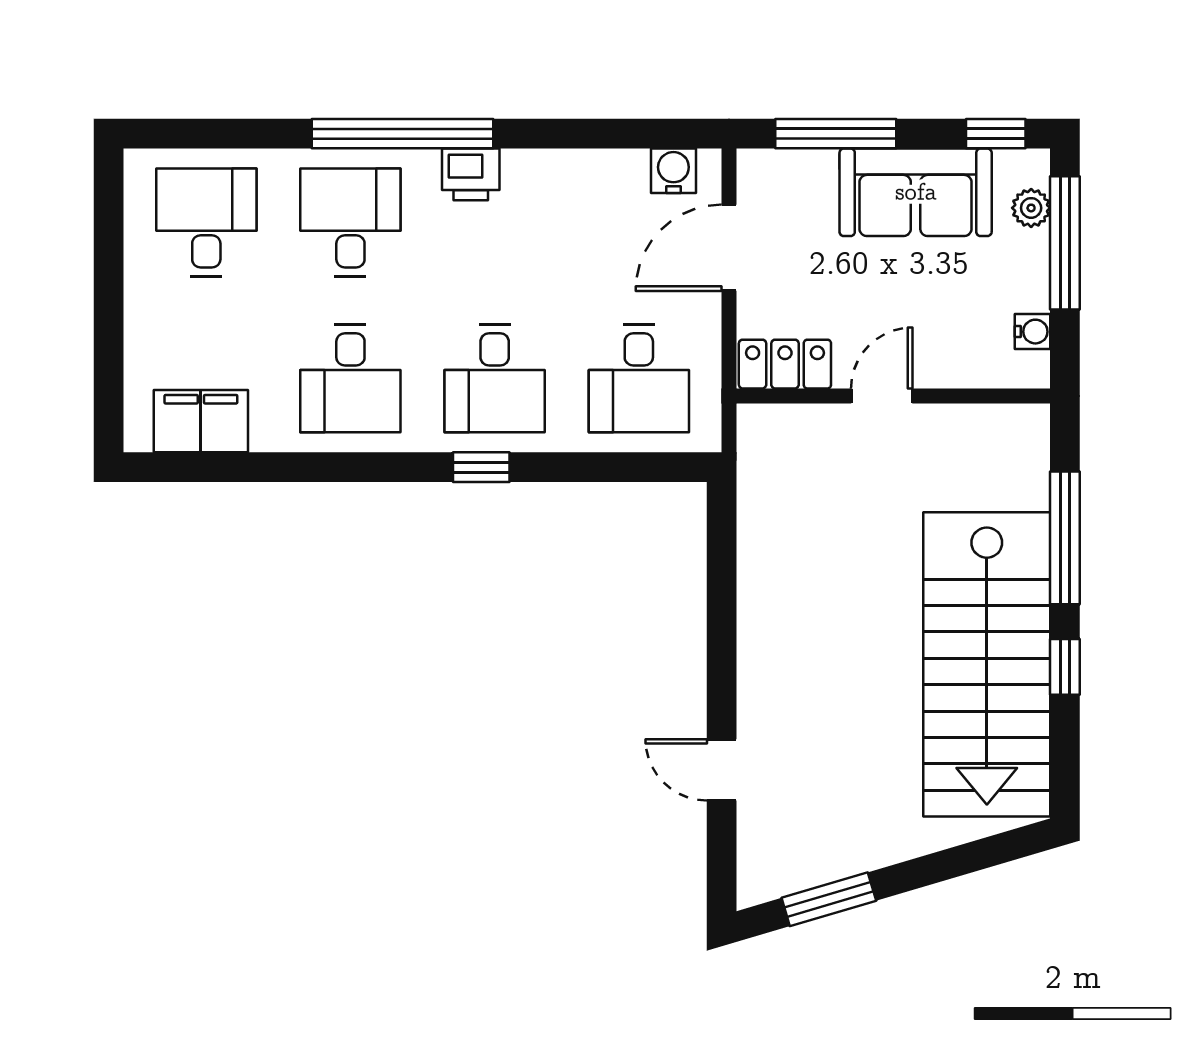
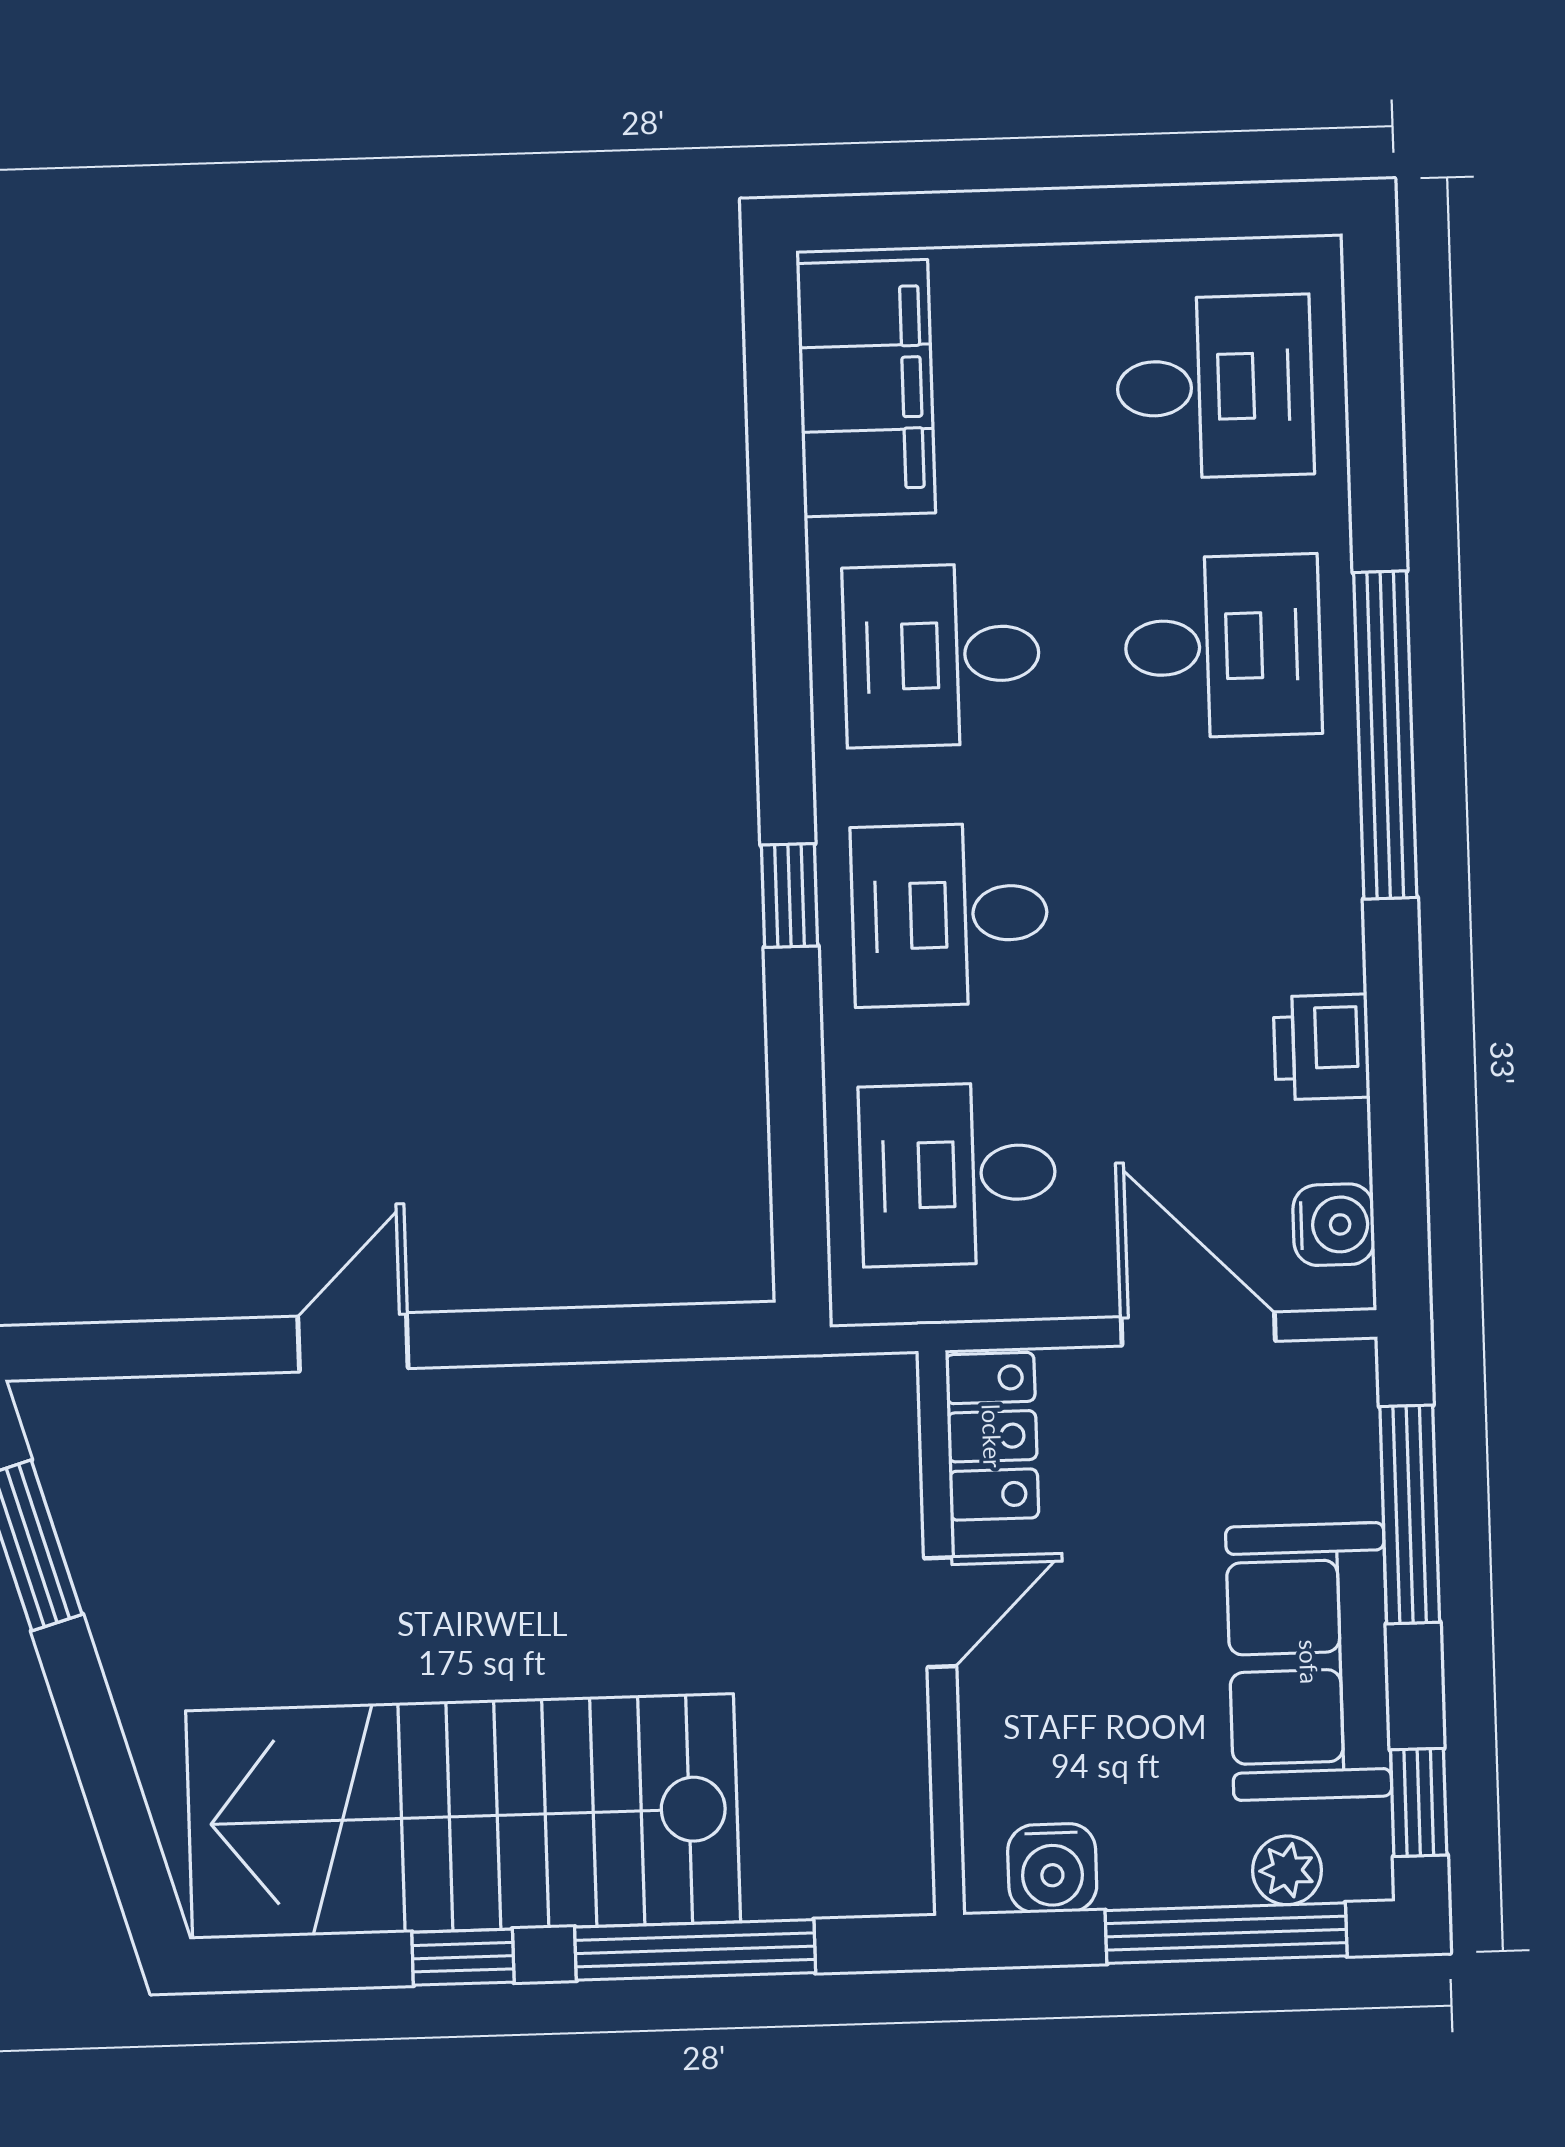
printer: (471, 174) -> (1322, 1047), moved
water cooler: (1033, 332) -> (1052, 1868), width x1.38, depth x1.38
door: (882, 396) -> (940, 1612), hinge flipped
filing cabinet: (201, 421) -> (866, 388), width x1.50, depth x1.17
door: (722, 770) -> (353, 1342), moved

